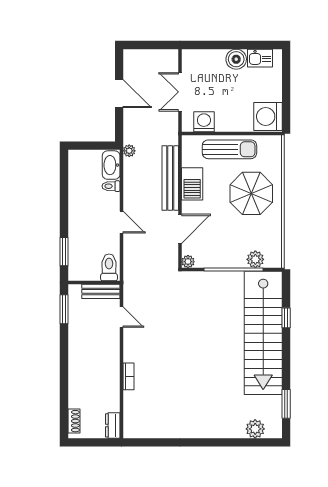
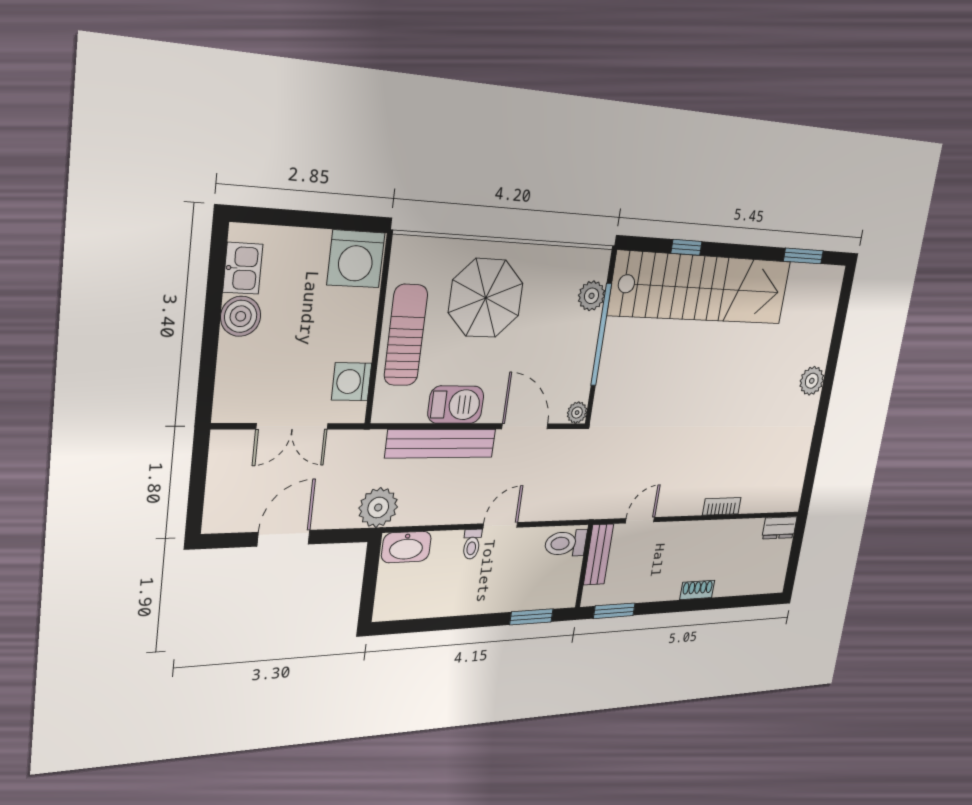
plant: (129, 151) -> (378, 507), width x1.88, depth x1.88
toilet: (111, 186) -> (472, 544), moved
shoe rack: (74, 421) -> (697, 590), moved
plant: (255, 429) -> (812, 381), moved

